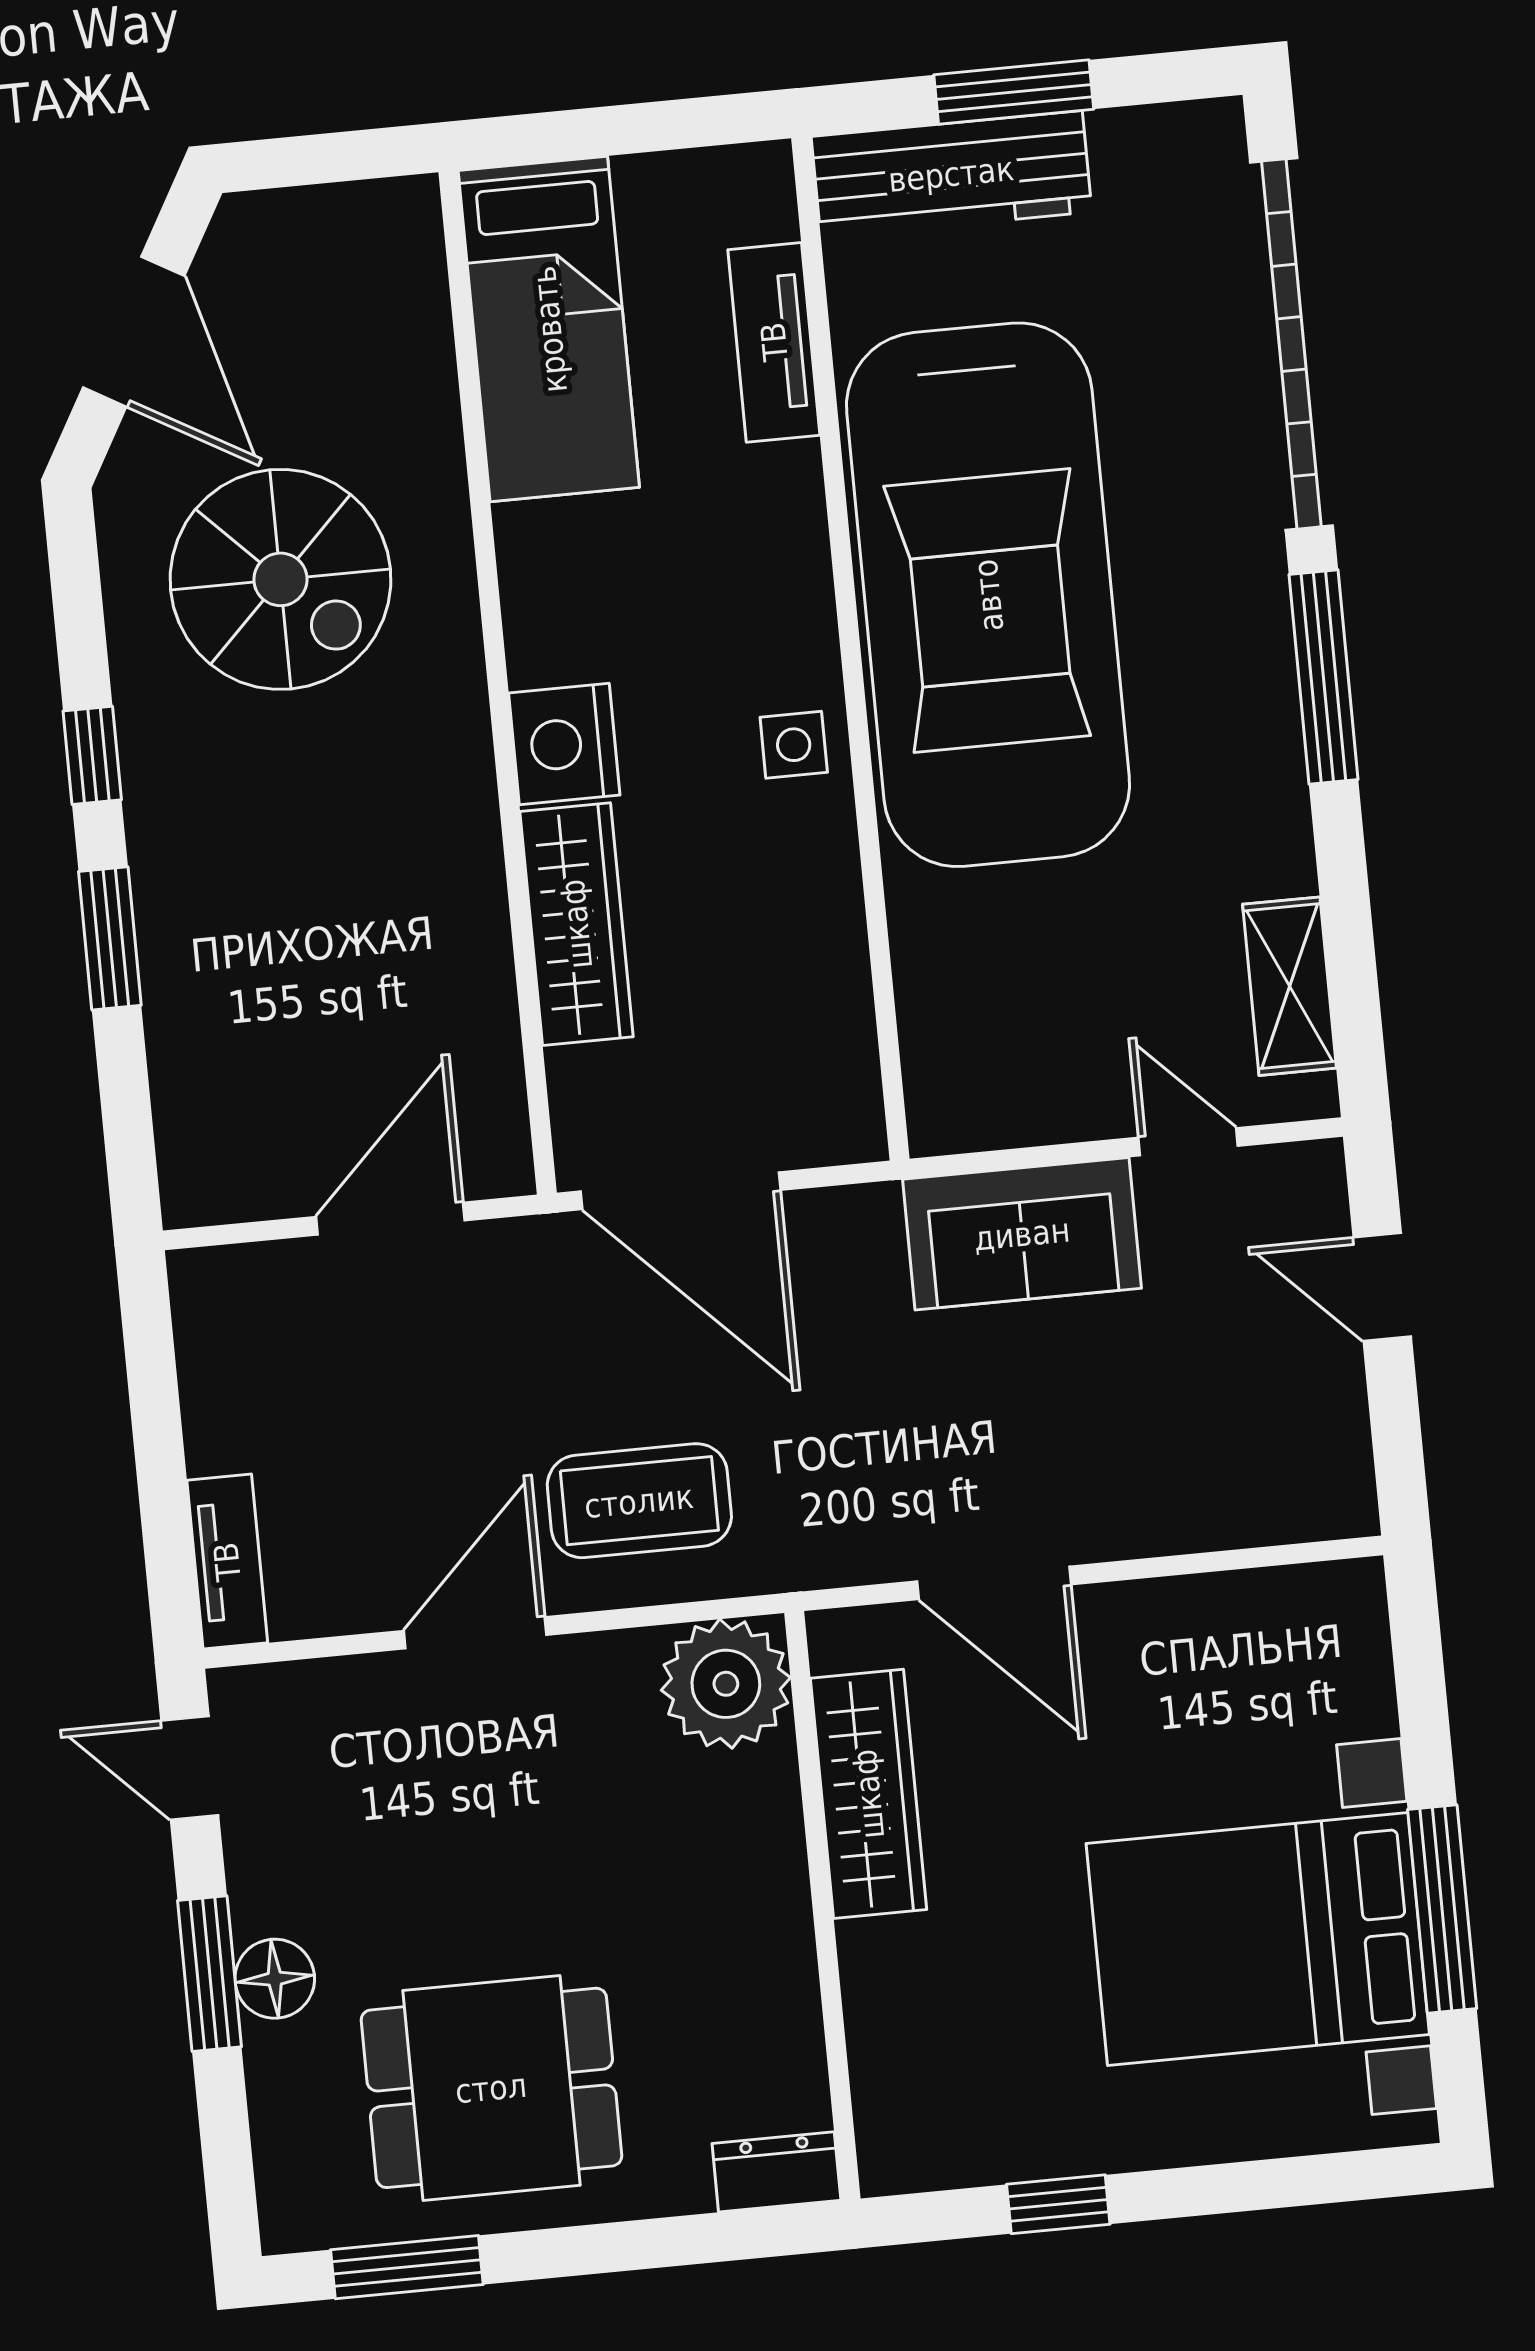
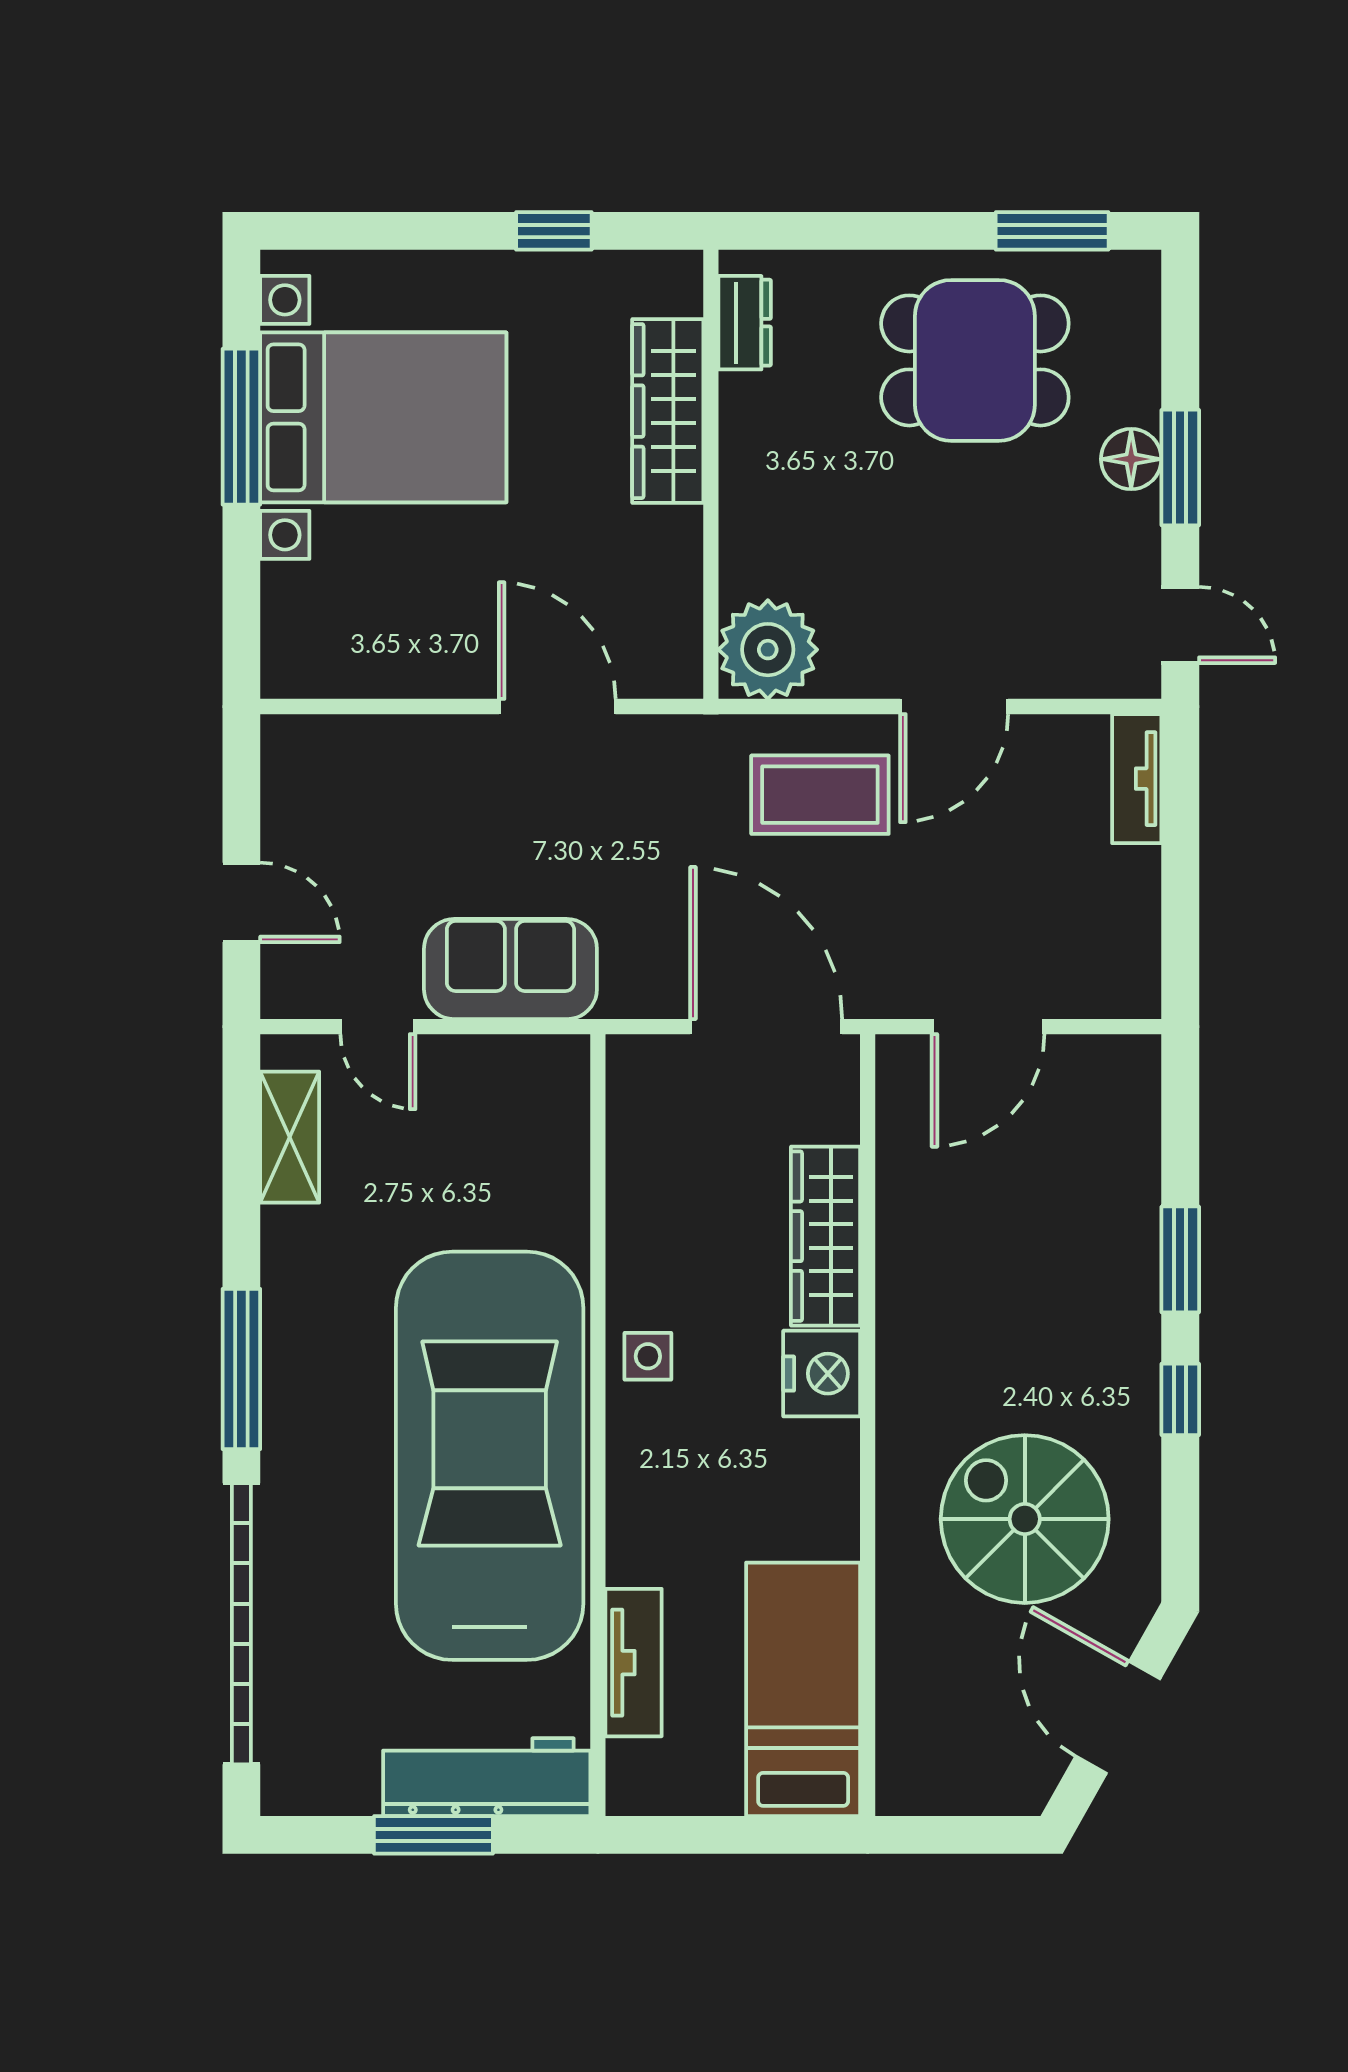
wardrobe: (868, 1794) -> (668, 411), moved
dresser: (776, 2172) -> (745, 323), moved, turned -90

